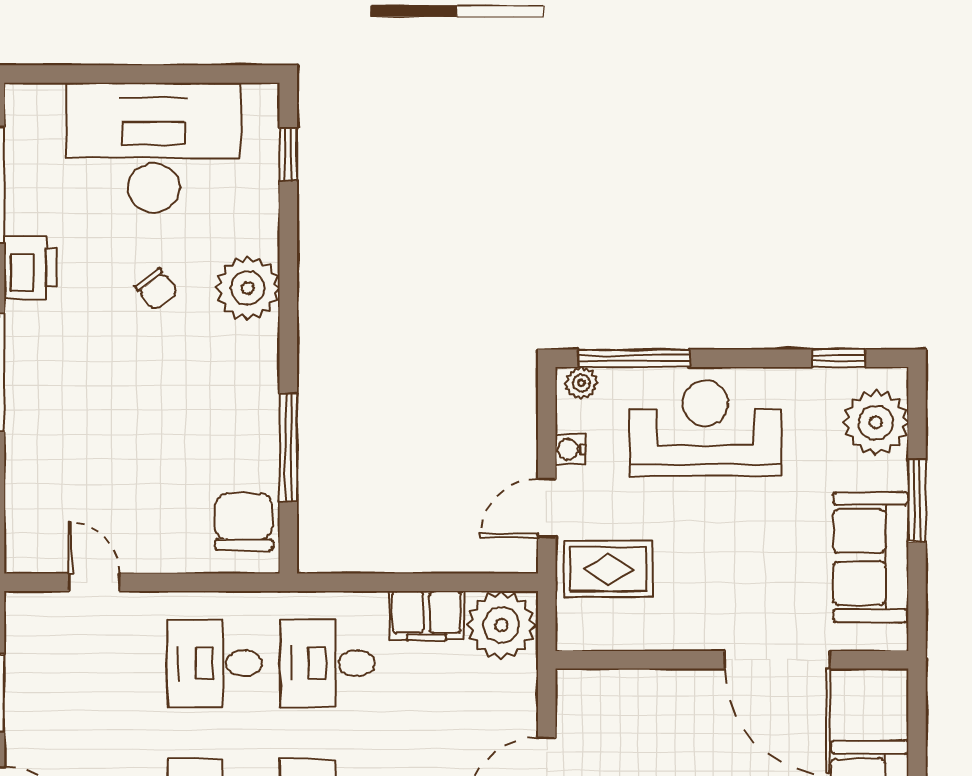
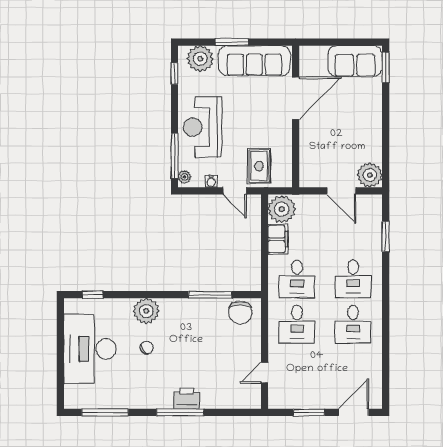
printer: (30, 267) -> (187, 398), moved
chair: (244, 522) -> (240, 313), turned -90
sofa: (871, 557) -> (254, 61), width x1.36

